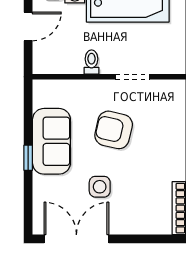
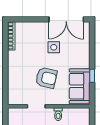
sofa: (51, 141) -> (80, 86), moved
window: (28, 158) -> (92, 76), moved

